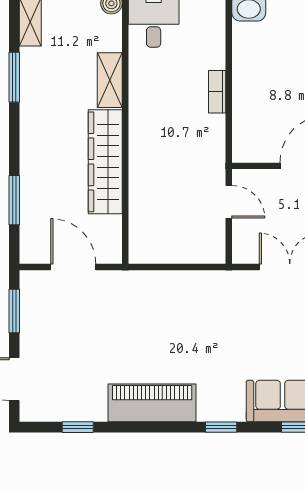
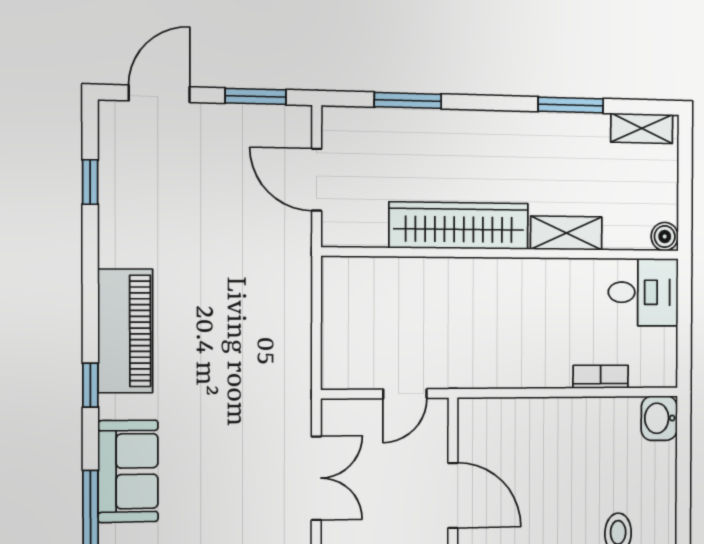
bookcase: (217, 92) -> (601, 377), moved
door: (73, 267) -> (317, 180), swing flipped
piano: (152, 403) -> (125, 331), moved

